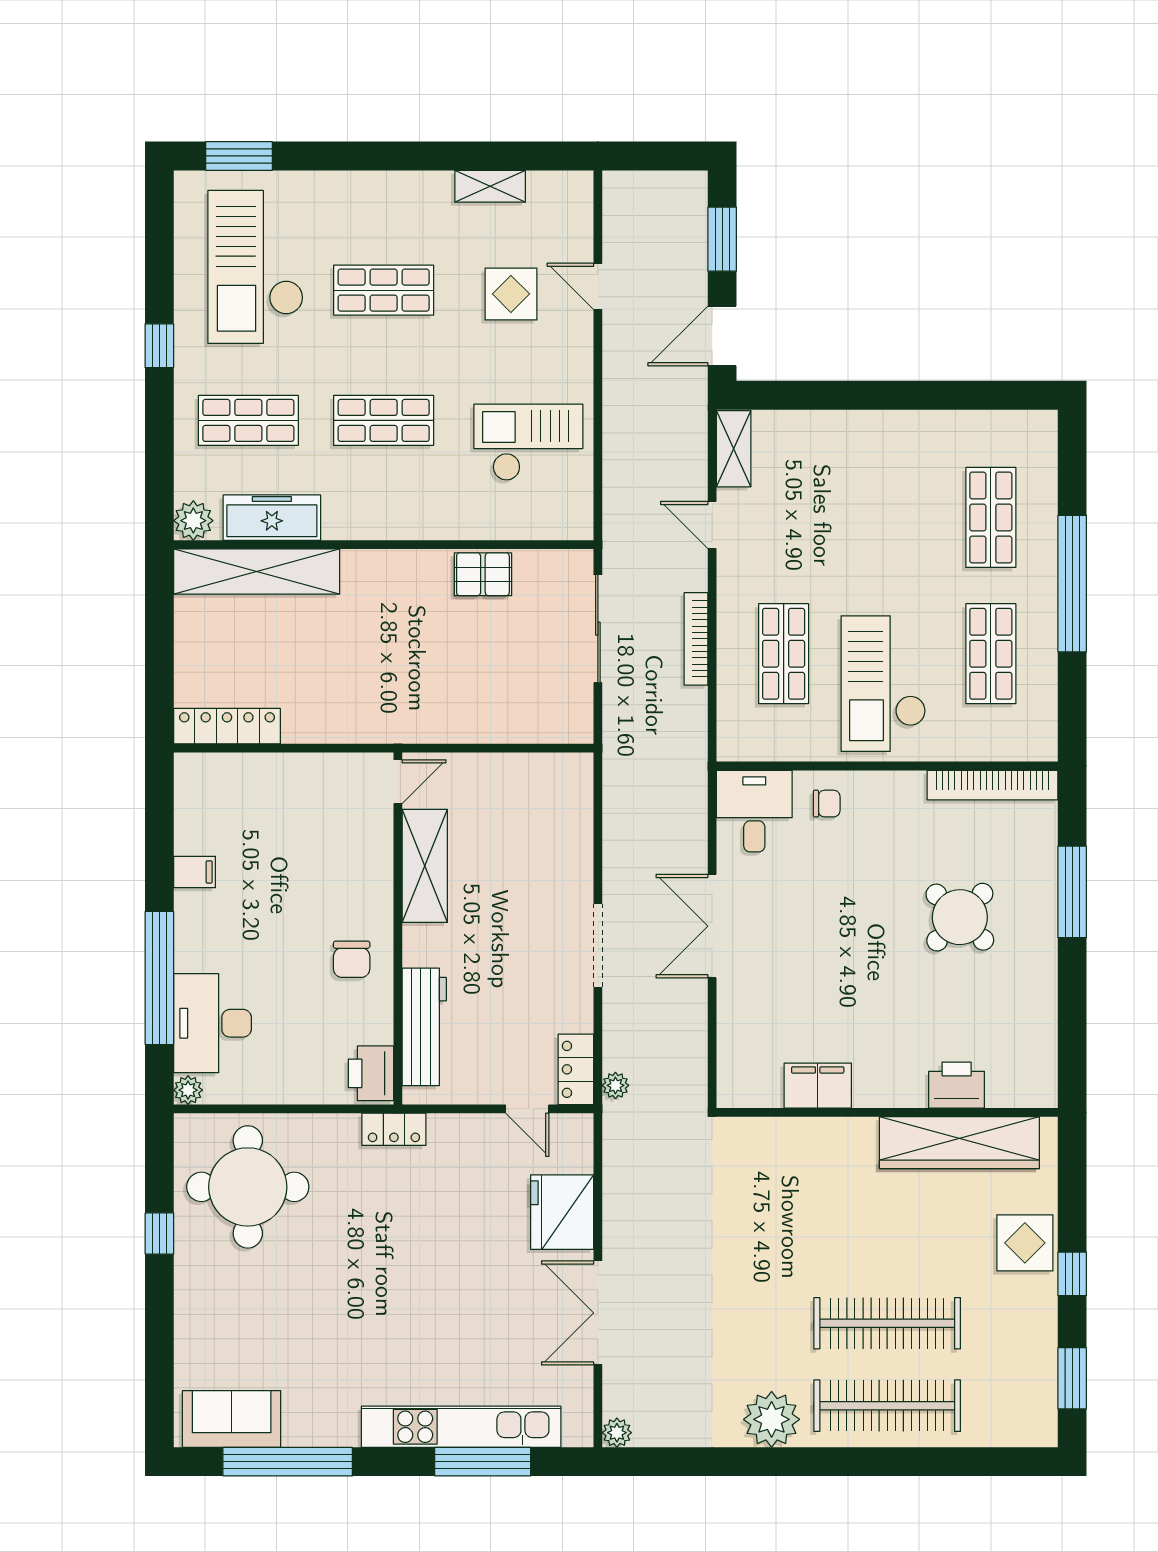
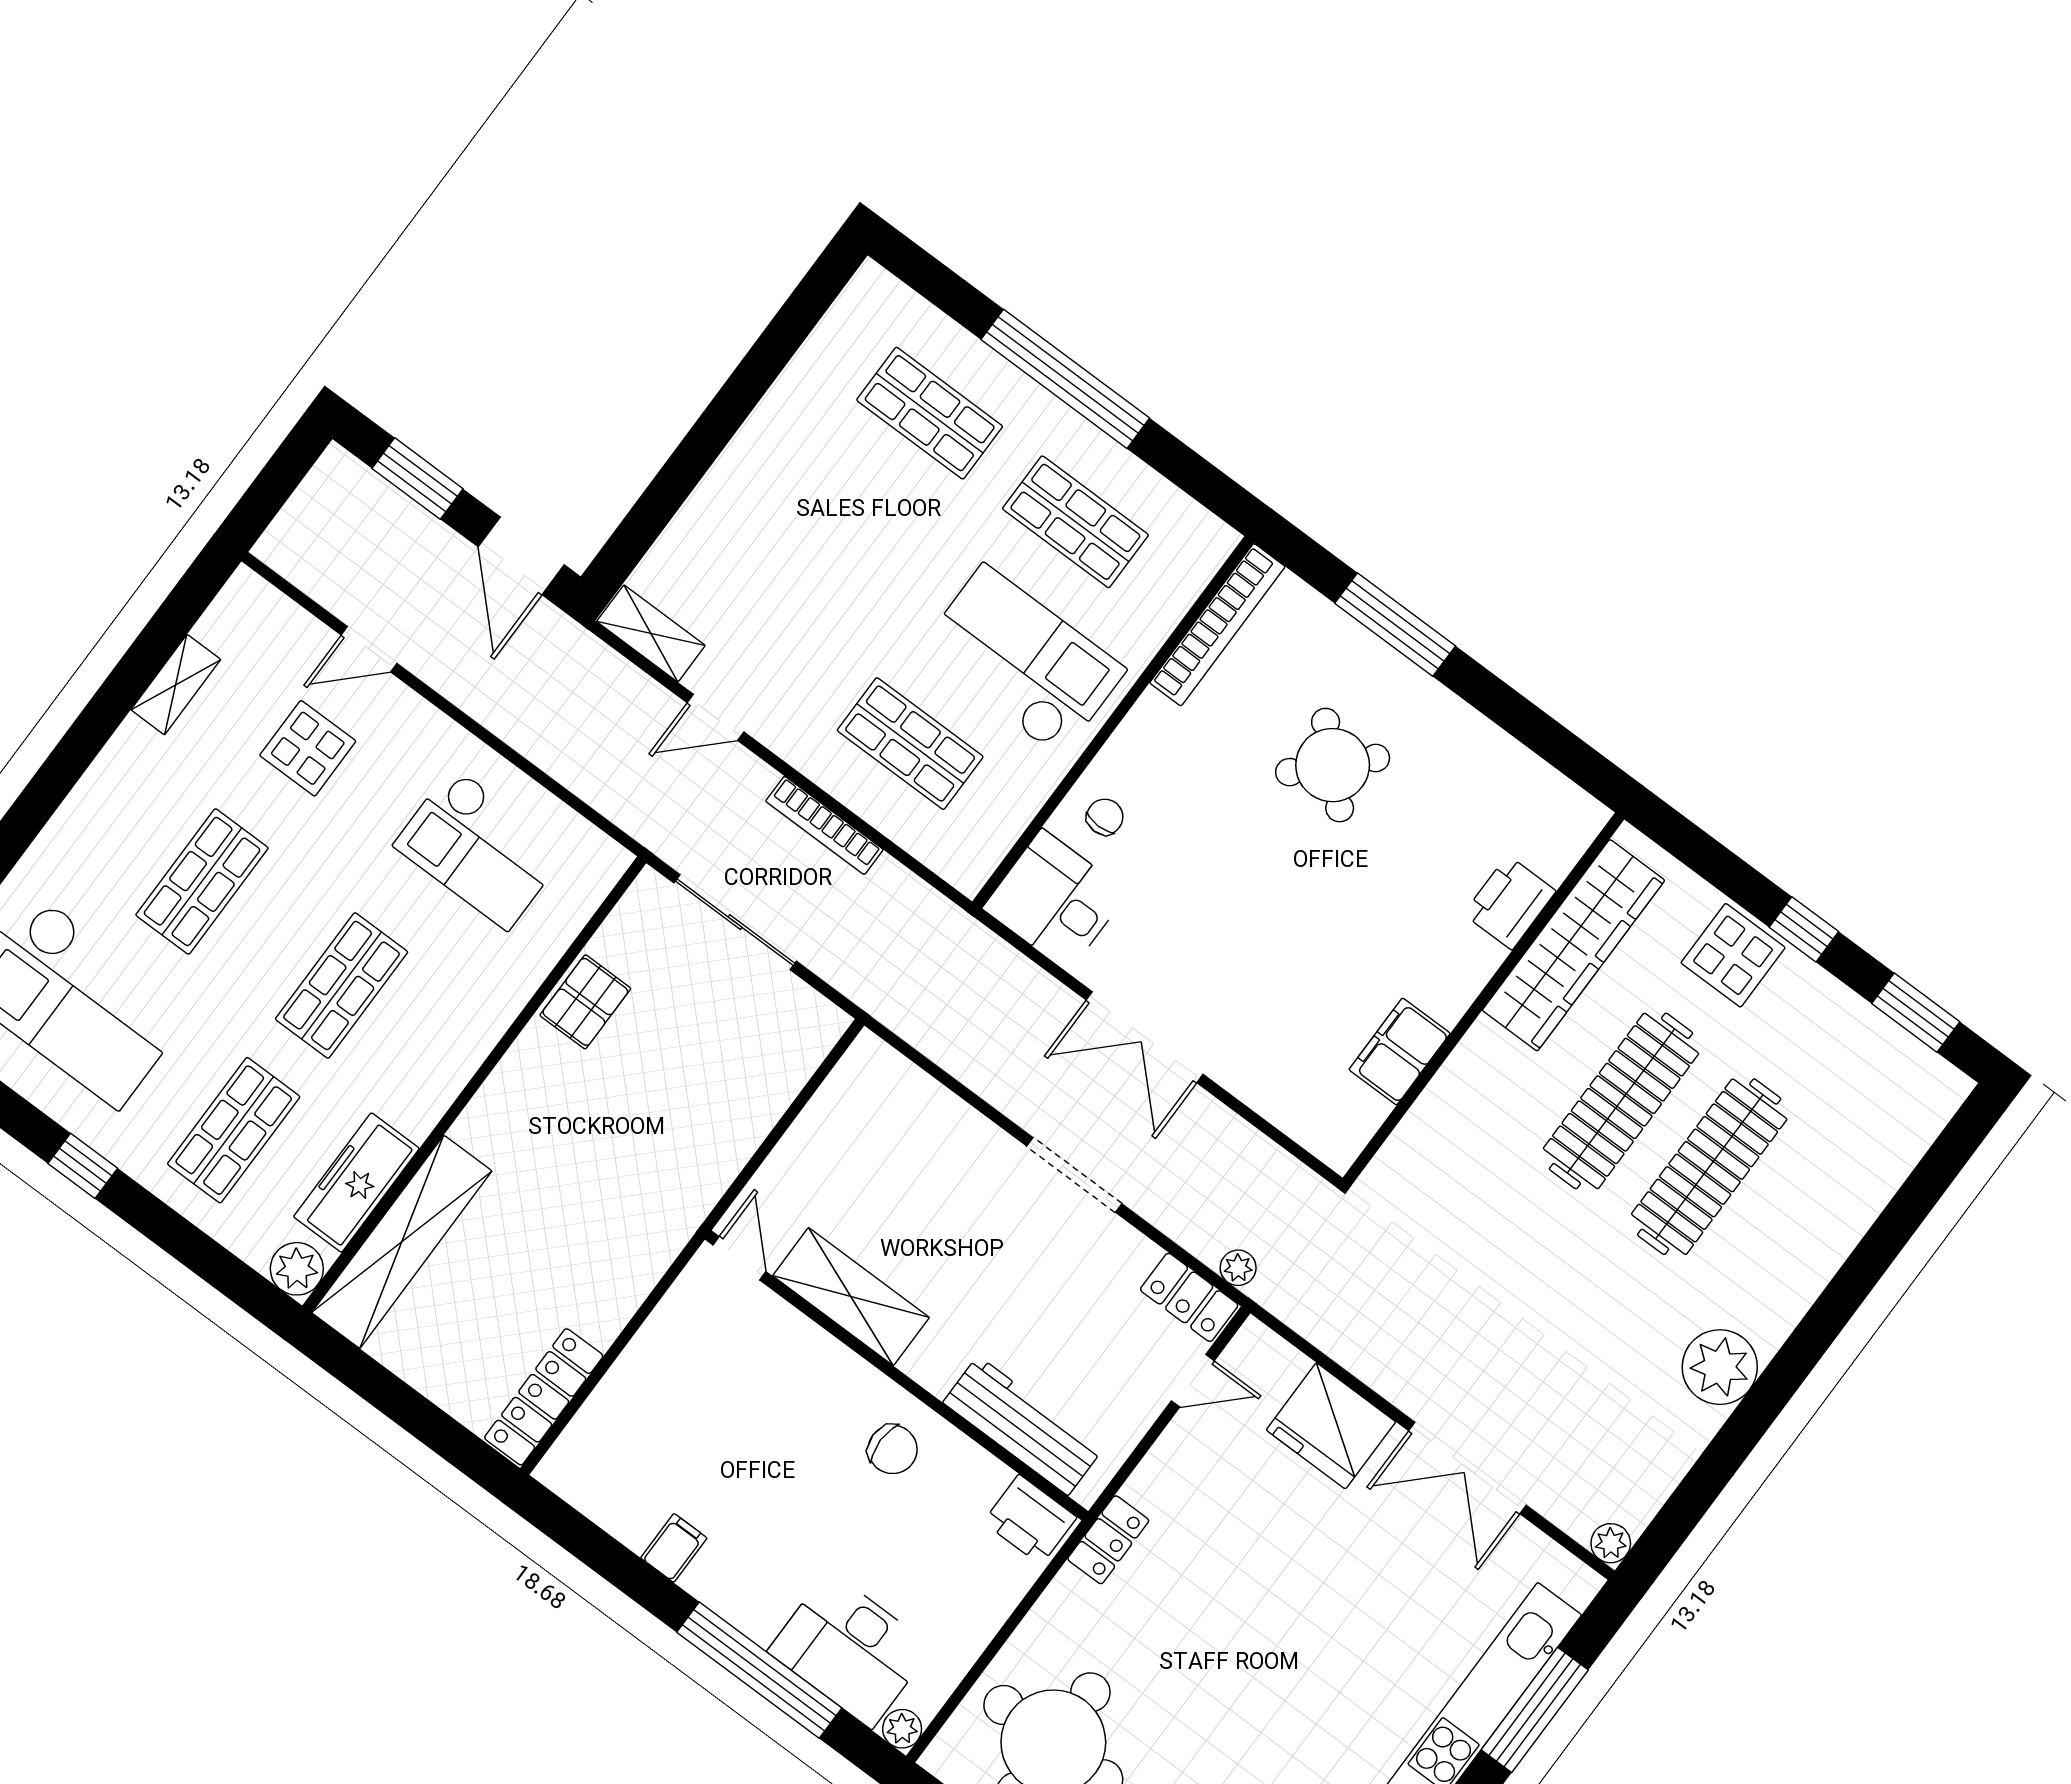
checkout: (528, 442) -> (480, 848), turned -90
checkout: (883, 684) -> (1022, 661), turned 180
clothes rail: (887, 1406) -> (1621, 1101), moved

